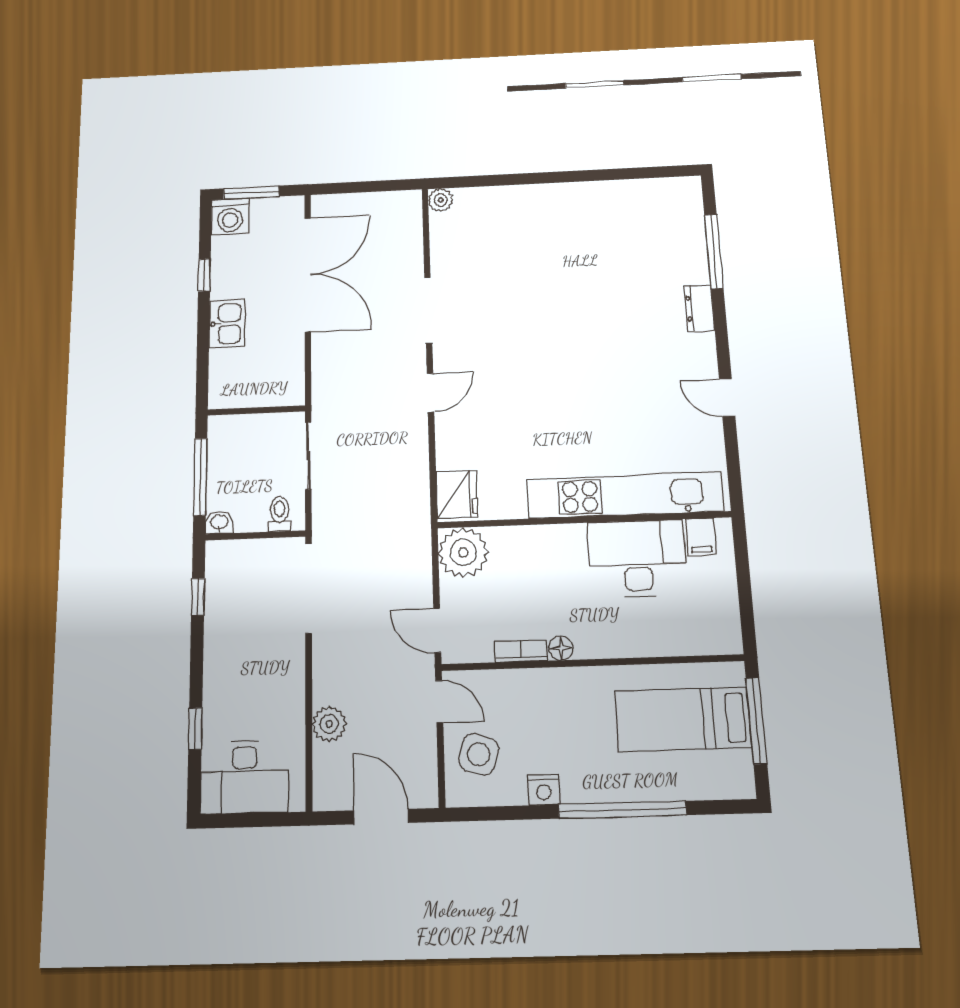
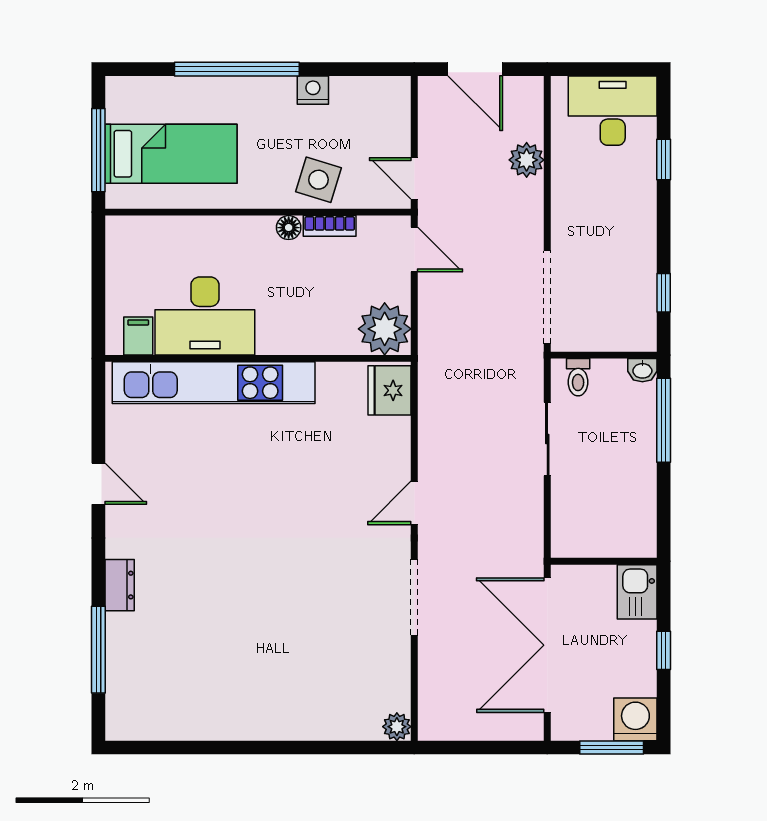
wall: (256, 410) -> (604, 561), moved
side table: (479, 754) -> (318, 180), moved

